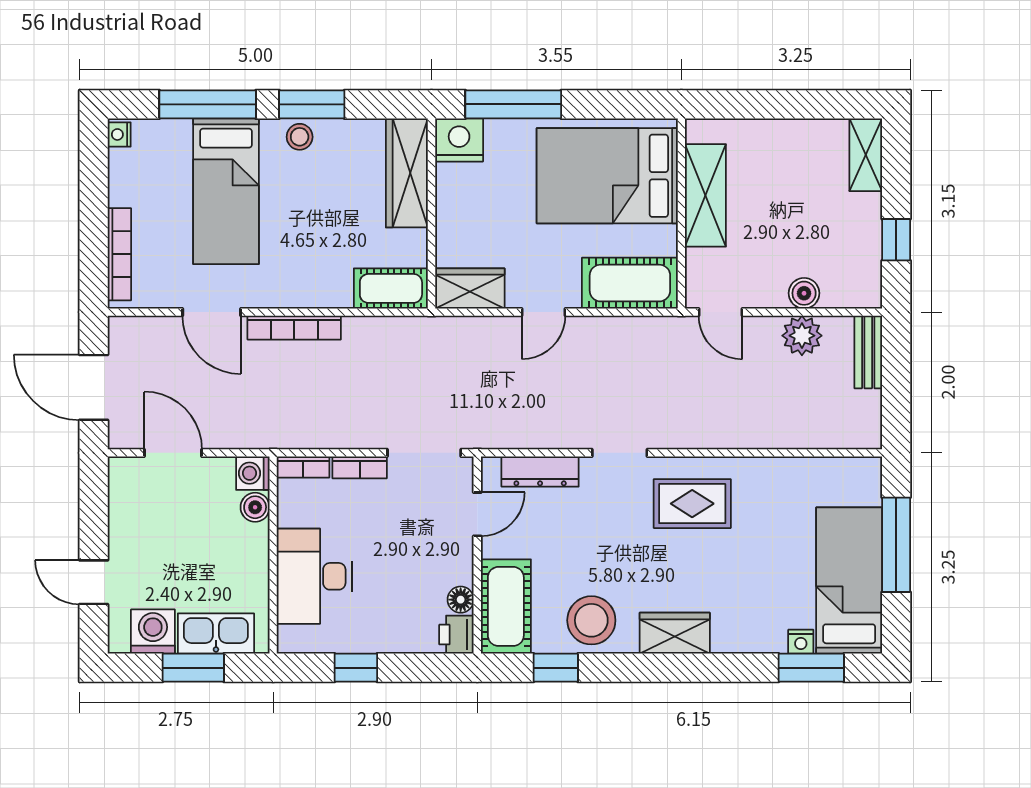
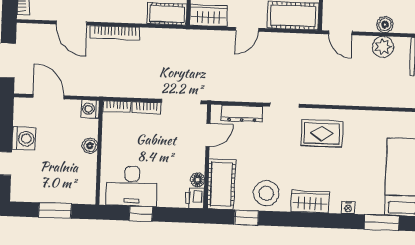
boiler: (255, 507) -> (90, 146), moved
desk: (314, 576) -> (132, 186), moved, turned -90
washing machine: (153, 631) -> (24, 139), moved, turned 90
kitchen sink: (216, 633) -> (68, 193), removed
nightstand: (801, 642) -> (348, 207), moved

